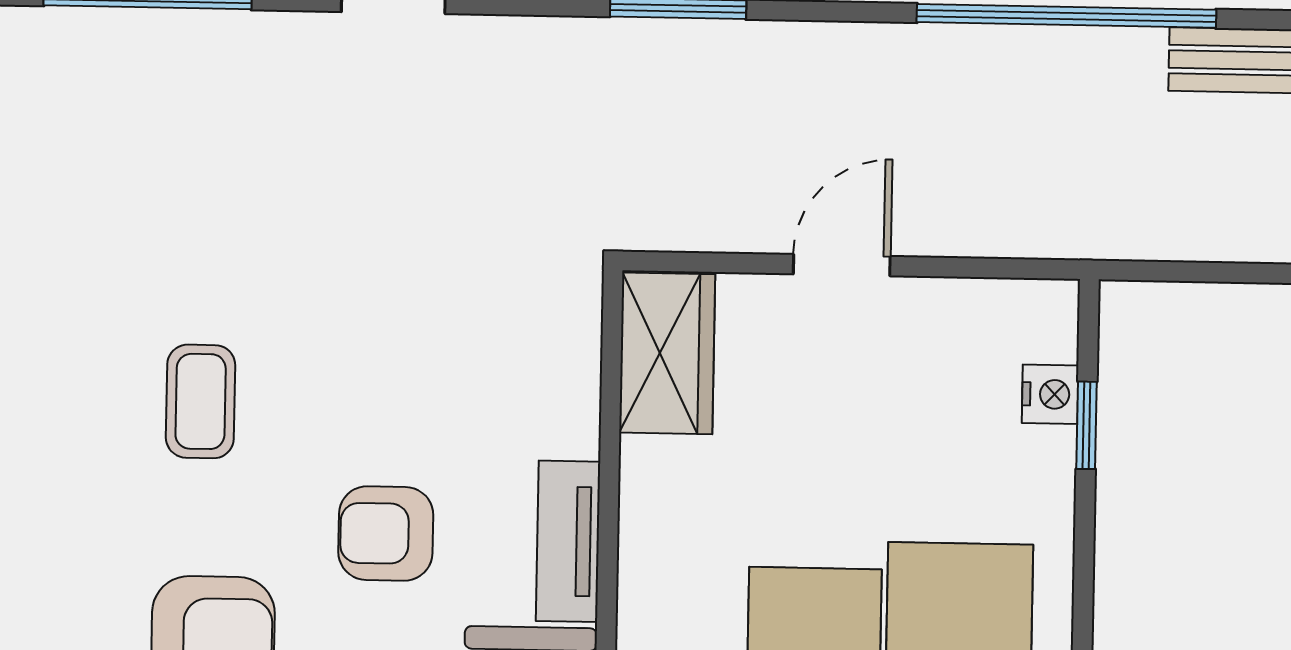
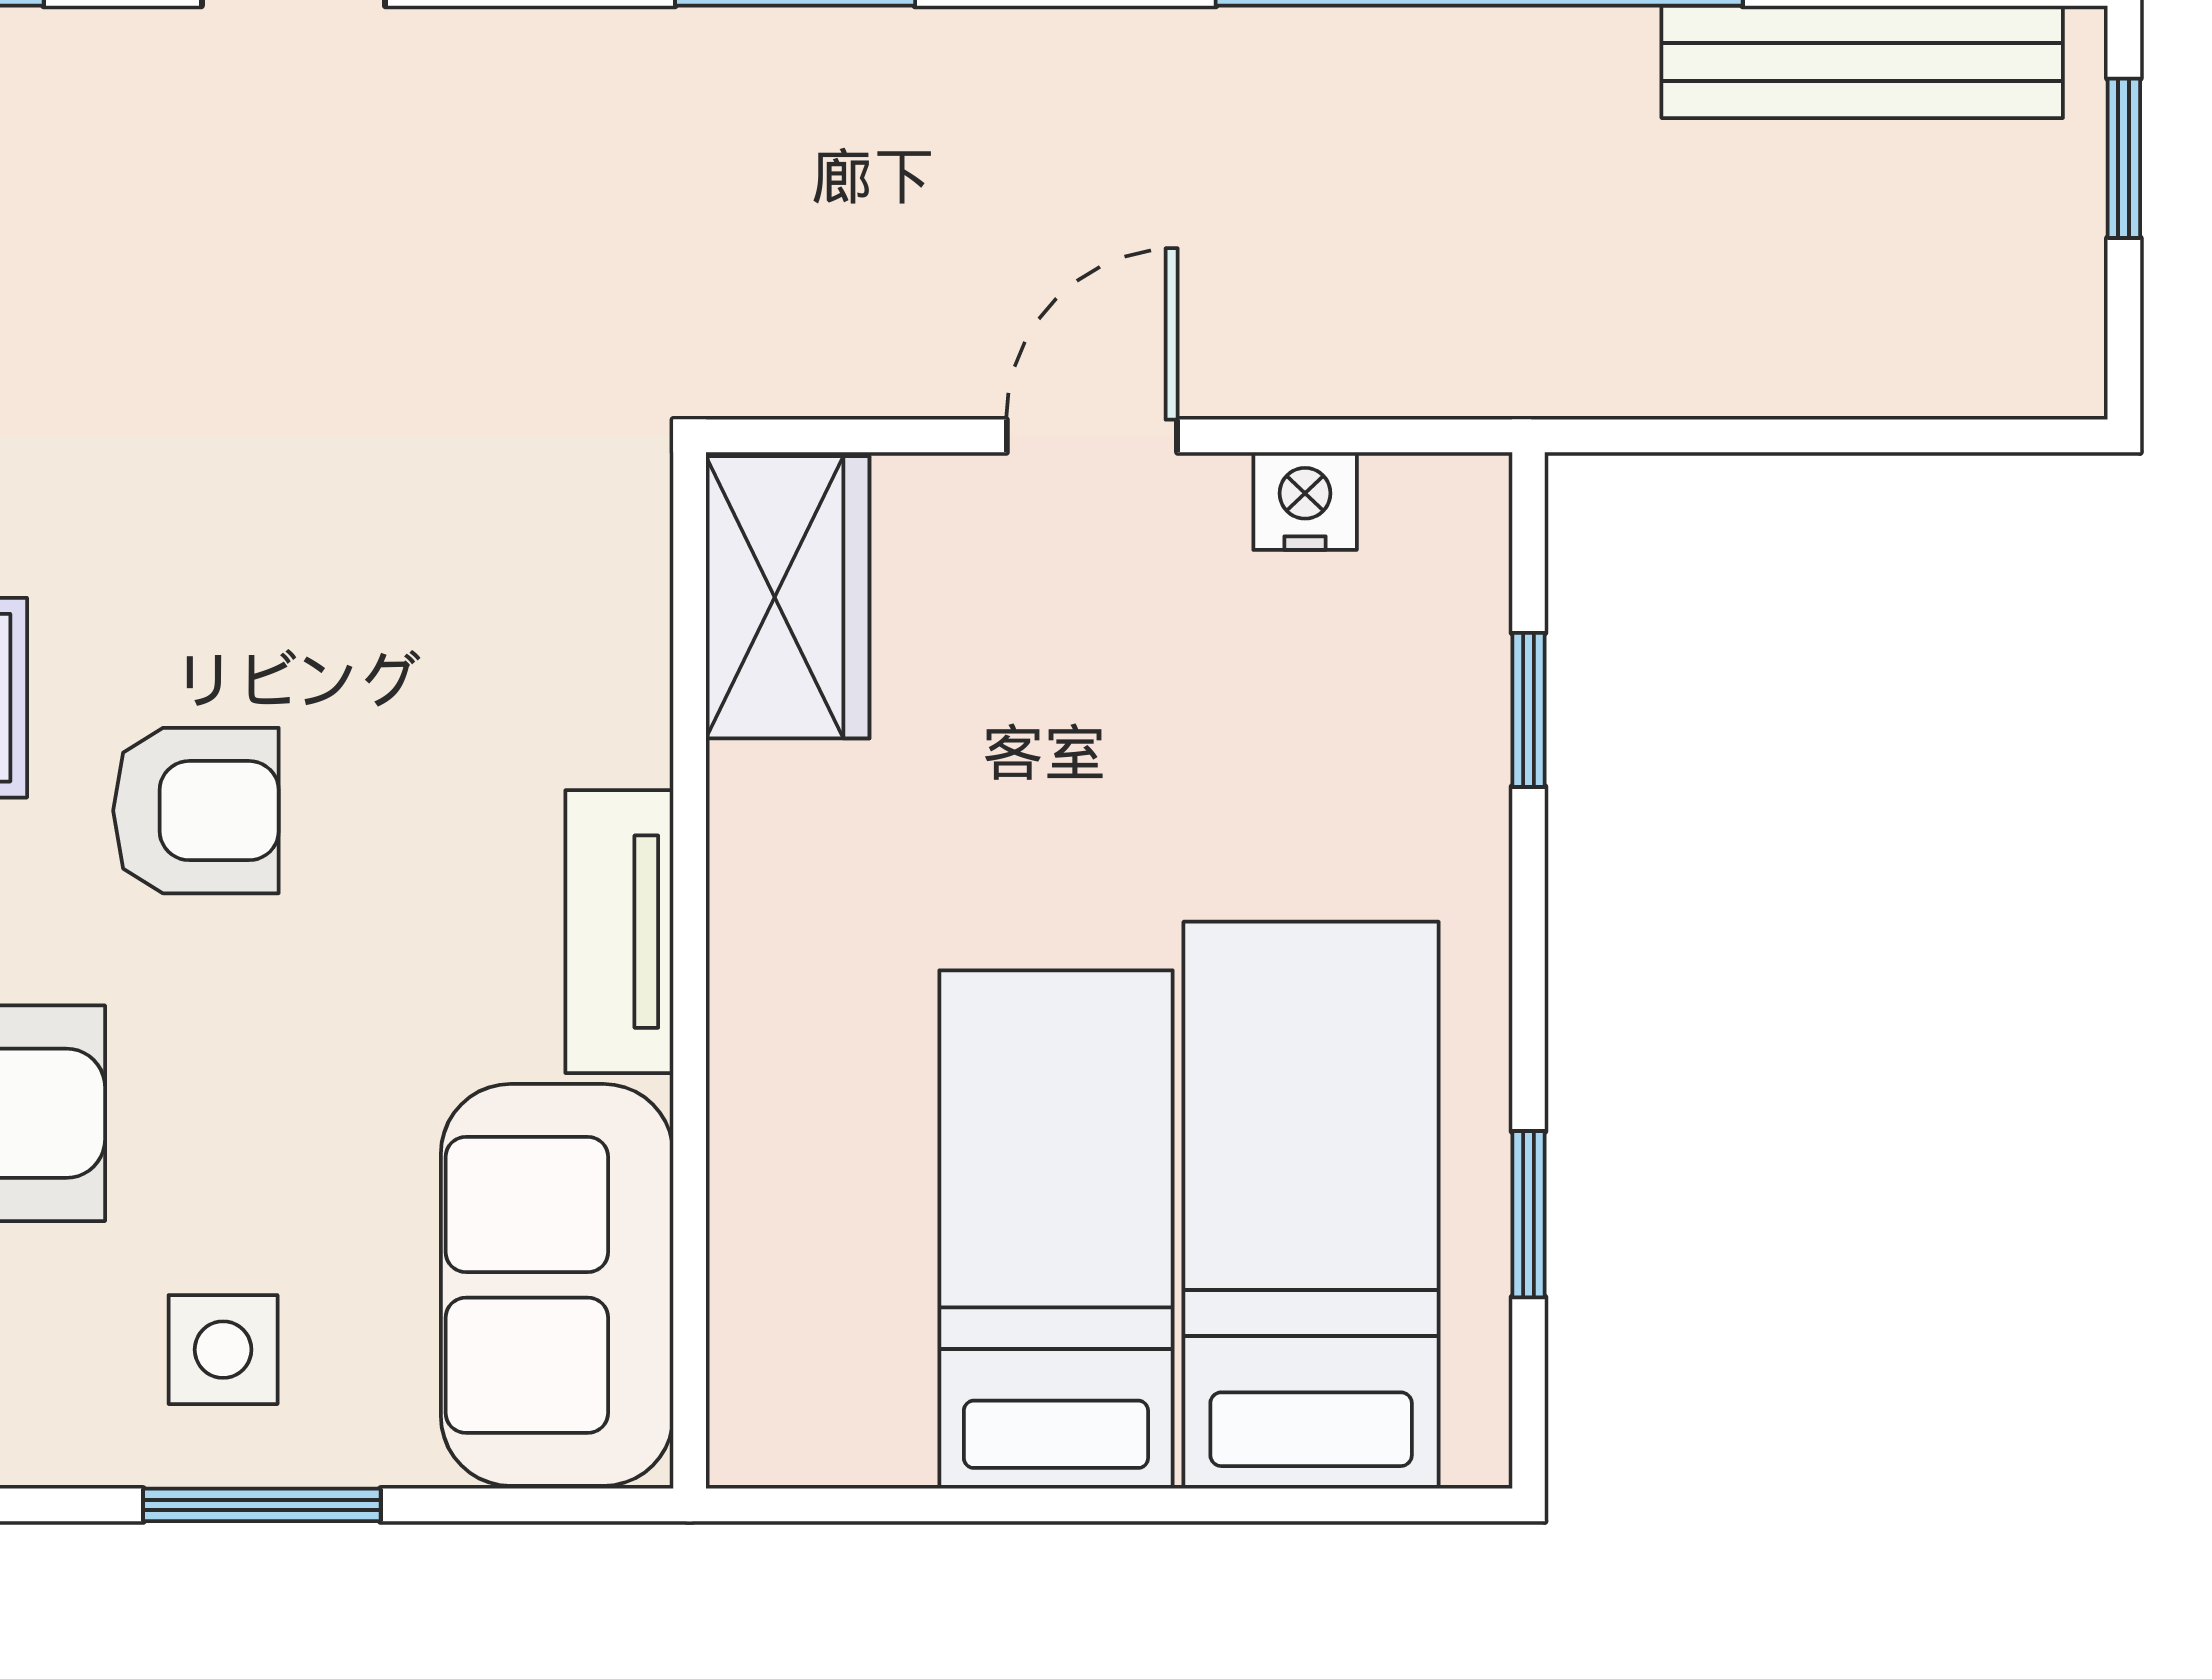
nightstand: (1050, 394) -> (1305, 501), moved, turned -90
armchair: (386, 533) -> (196, 811), moved, turned 180

